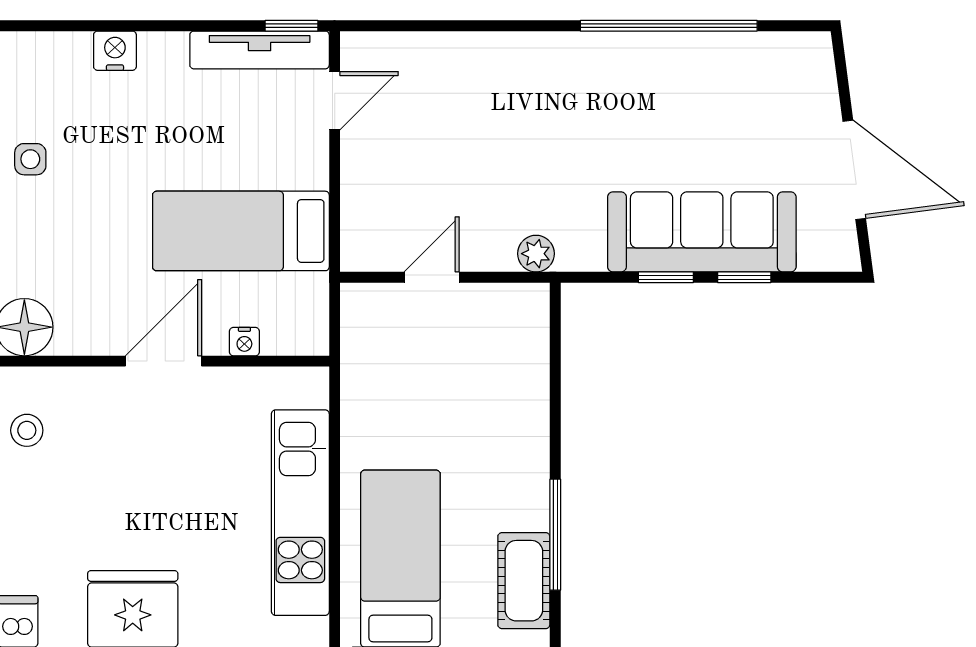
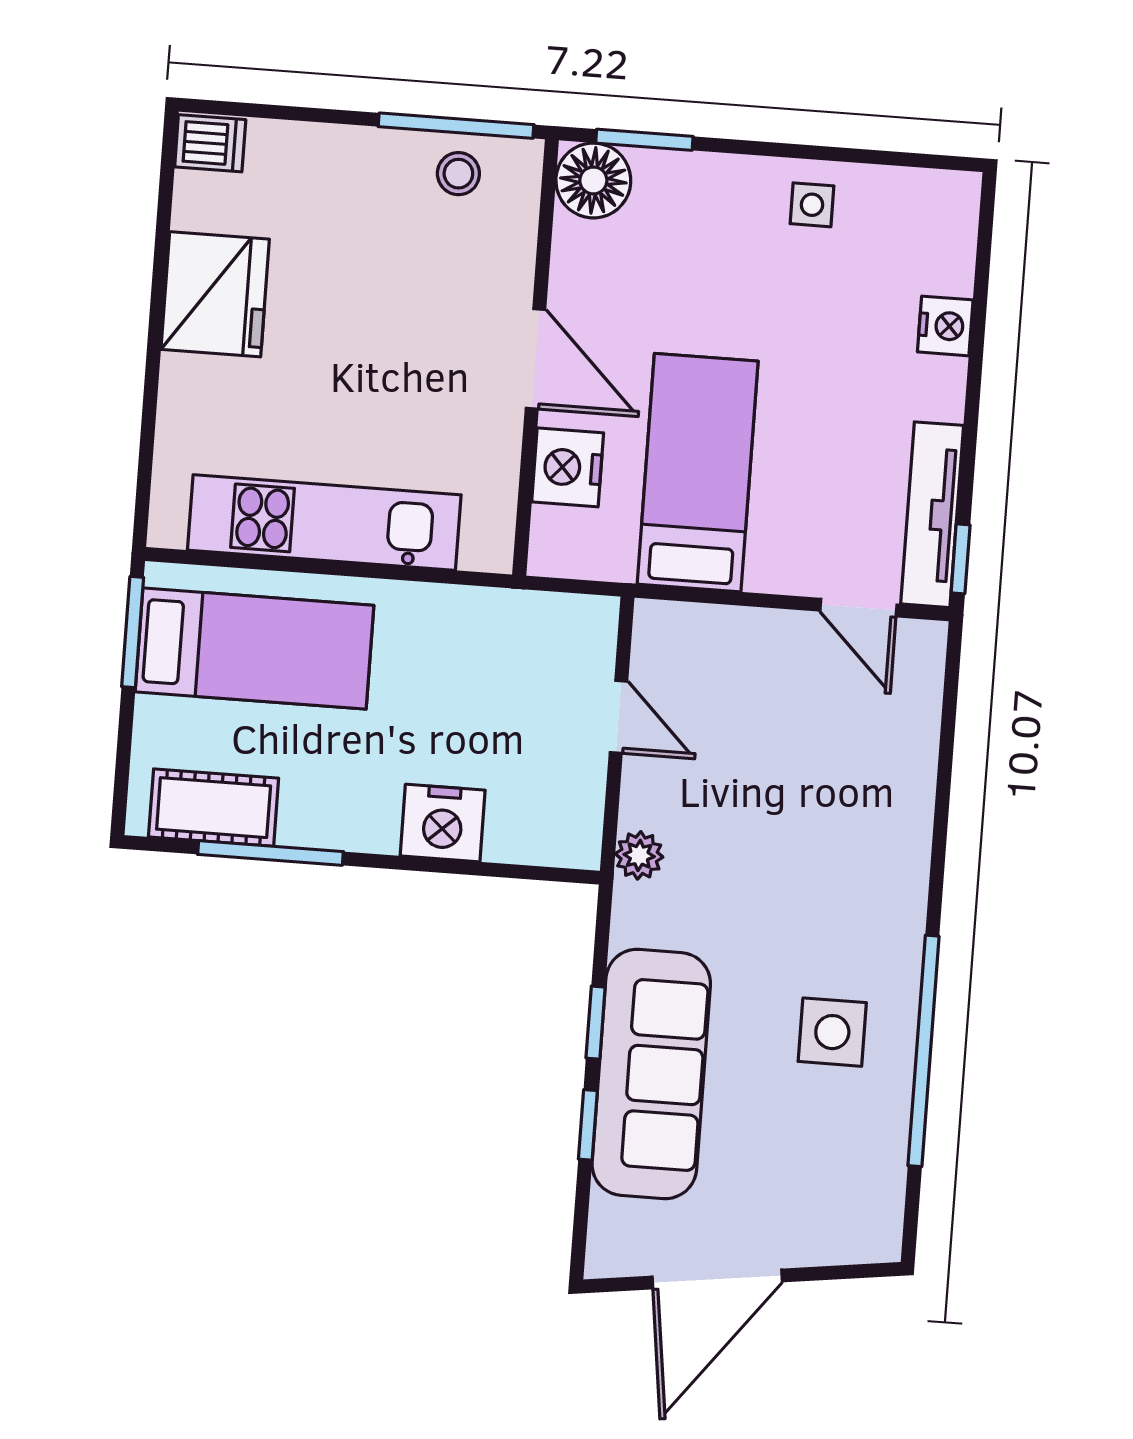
side table: (660, 96) -> (832, 1032), added
nightstand: (244, 342) -> (568, 467), width x1.89, depth x1.79
nightstand: (523, 405) -> (443, 823), added

